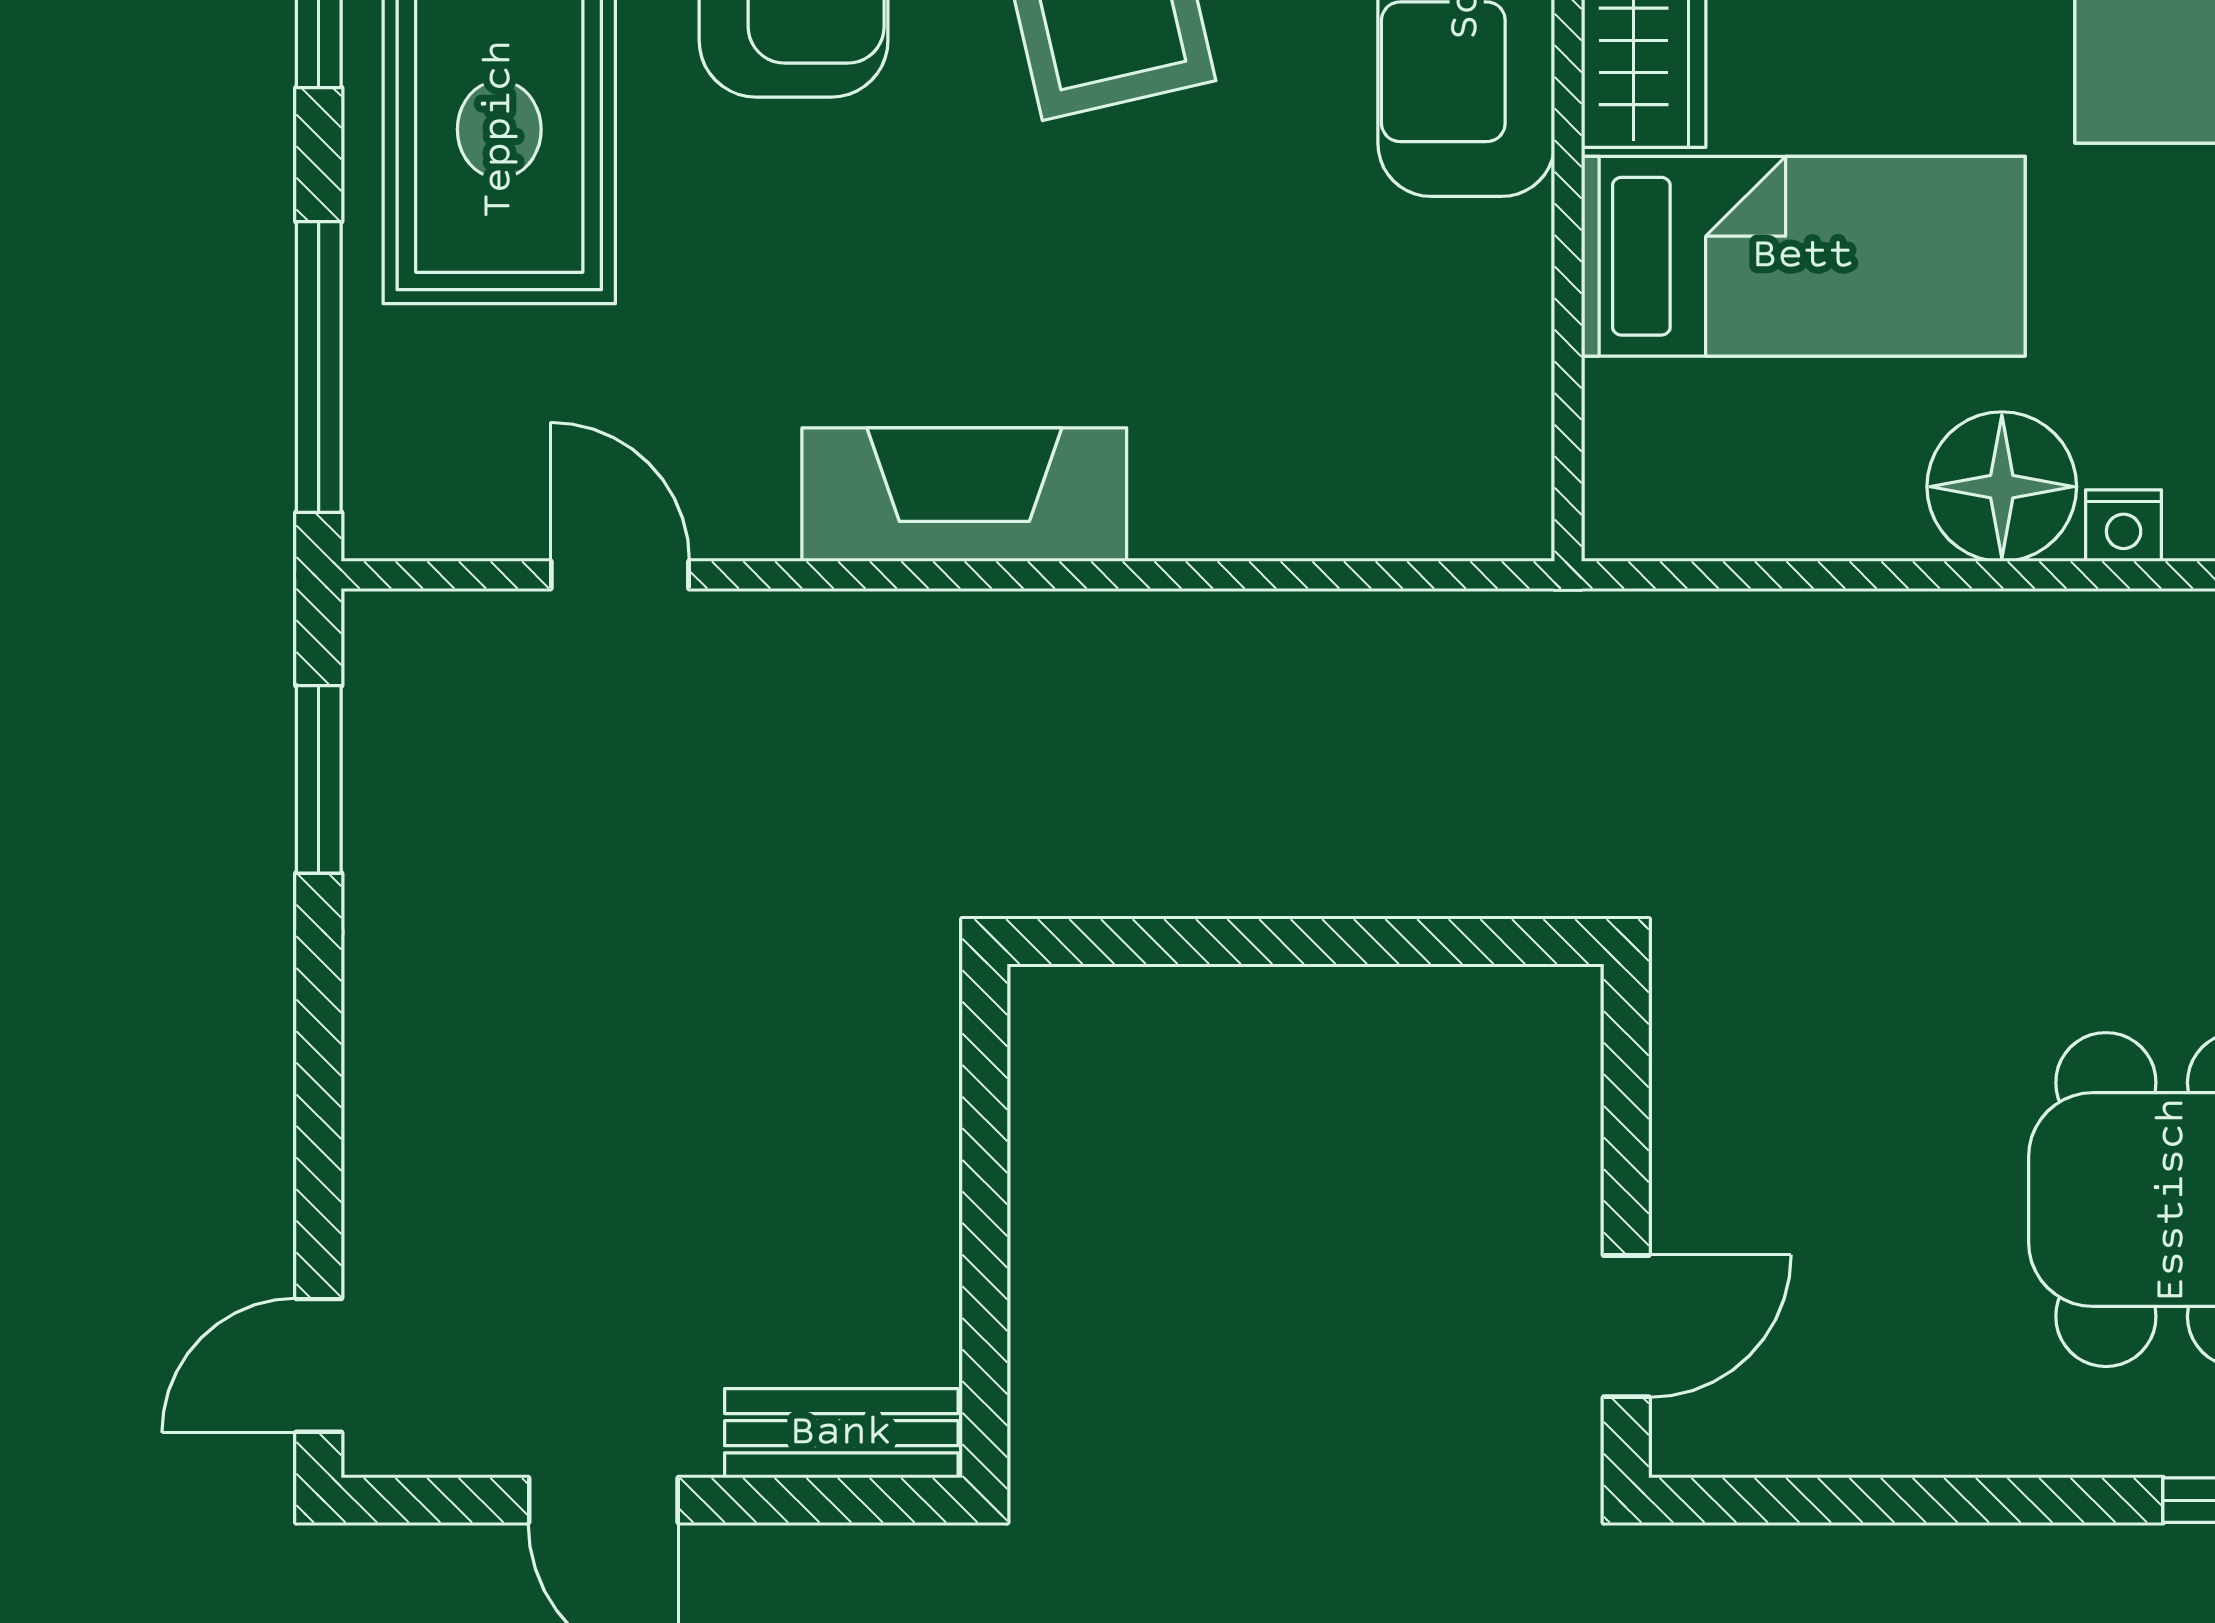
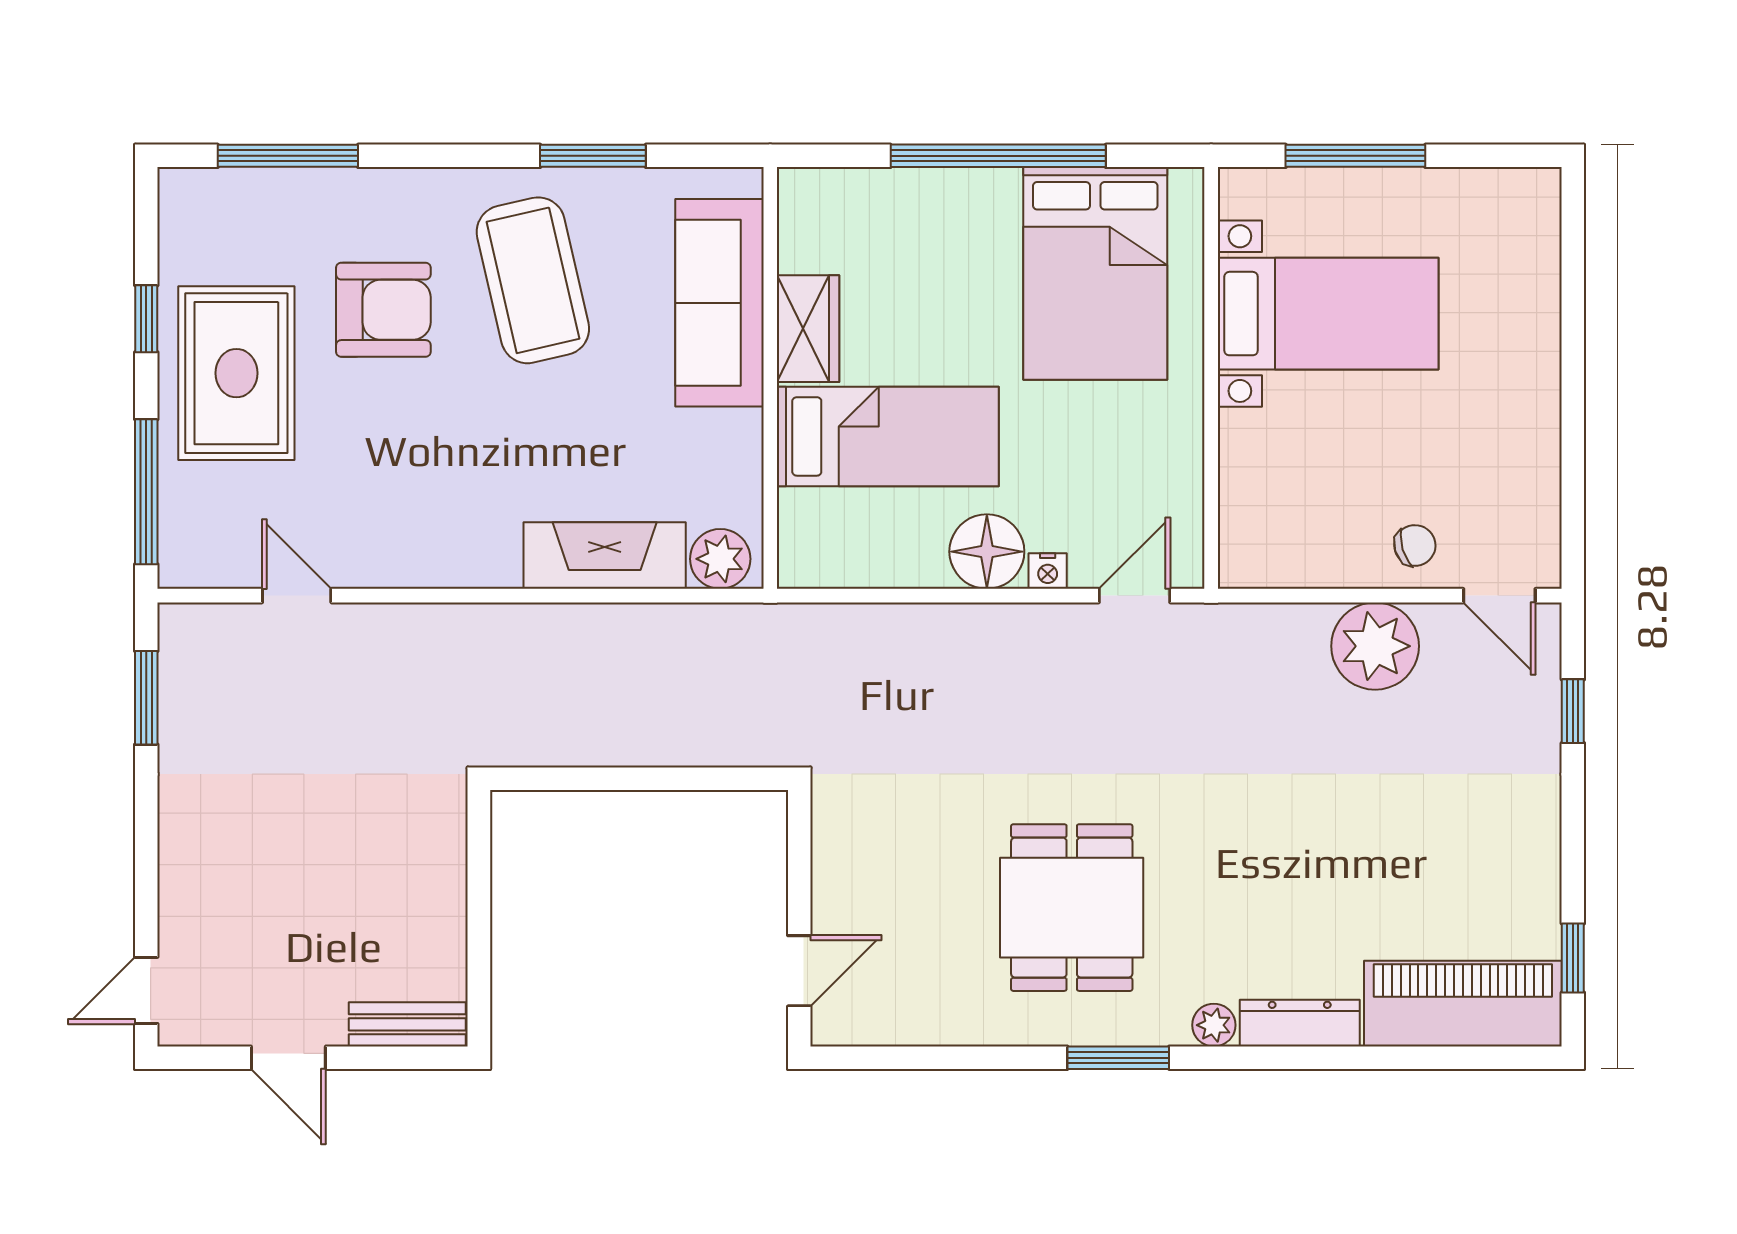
fireplace: (964, 495) -> (605, 556), moved
plant: (1468, 501) -> (720, 559), added

